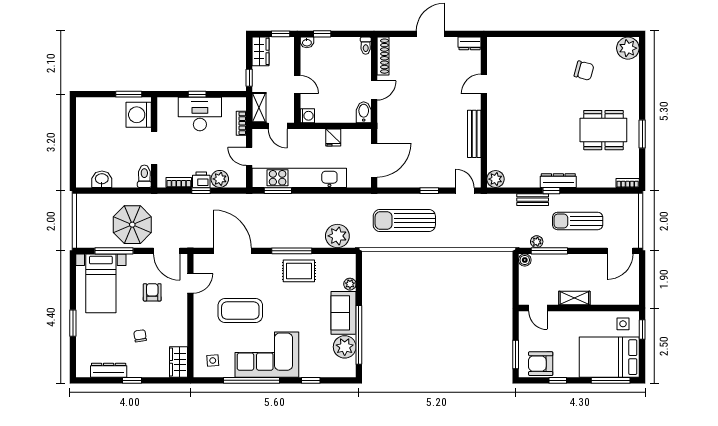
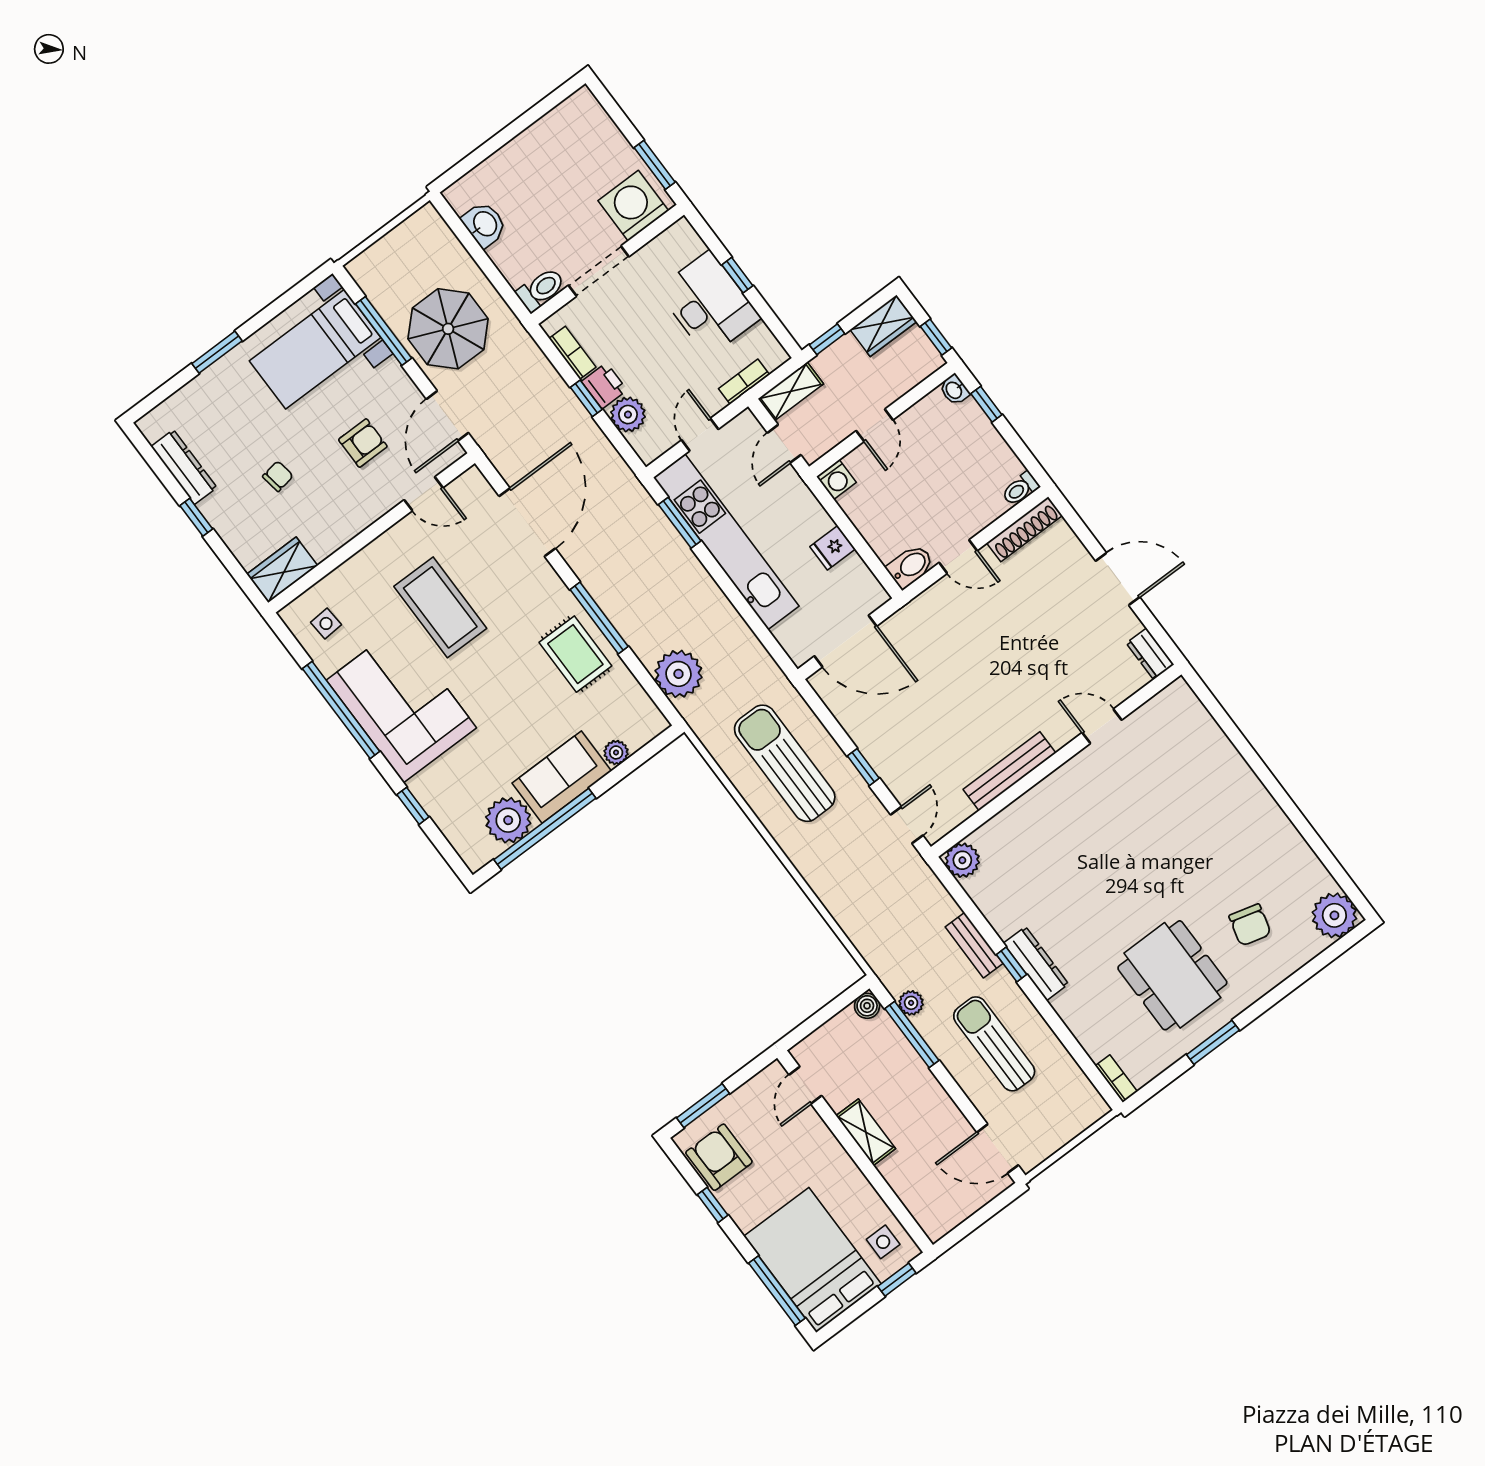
chair: (584, 71) -> (1250, 925), moved

